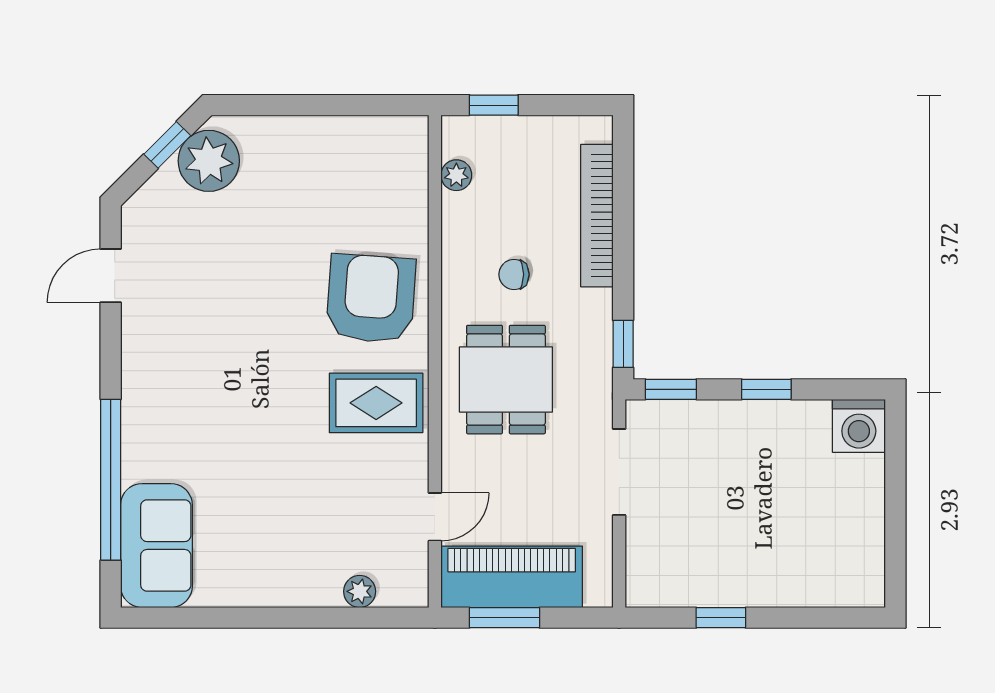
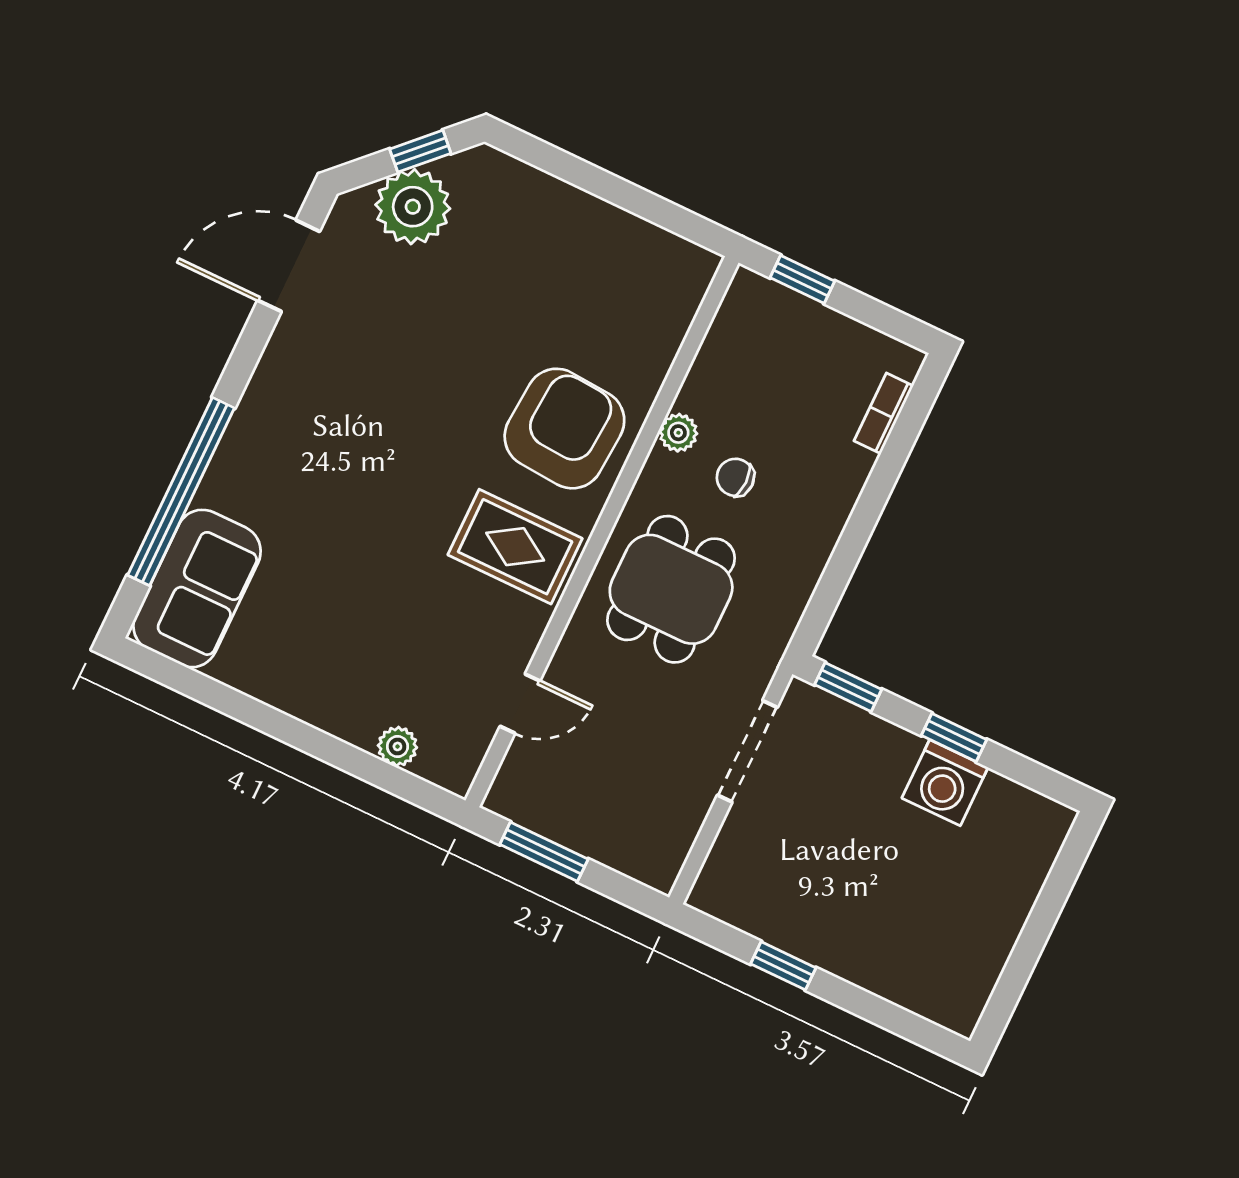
plant: (209, 161) -> (413, 207), moved
plant: (456, 175) -> (678, 433), moved
bookcase: (597, 216) -> (884, 413), width x0.43, depth x0.76
door: (111, 276) -> (289, 266), width x1.38
window: (623, 344) -> (819, 612), removed
washing machine: (859, 426) -> (945, 783), moved
piano: (512, 577) -> (573, 810), removed

